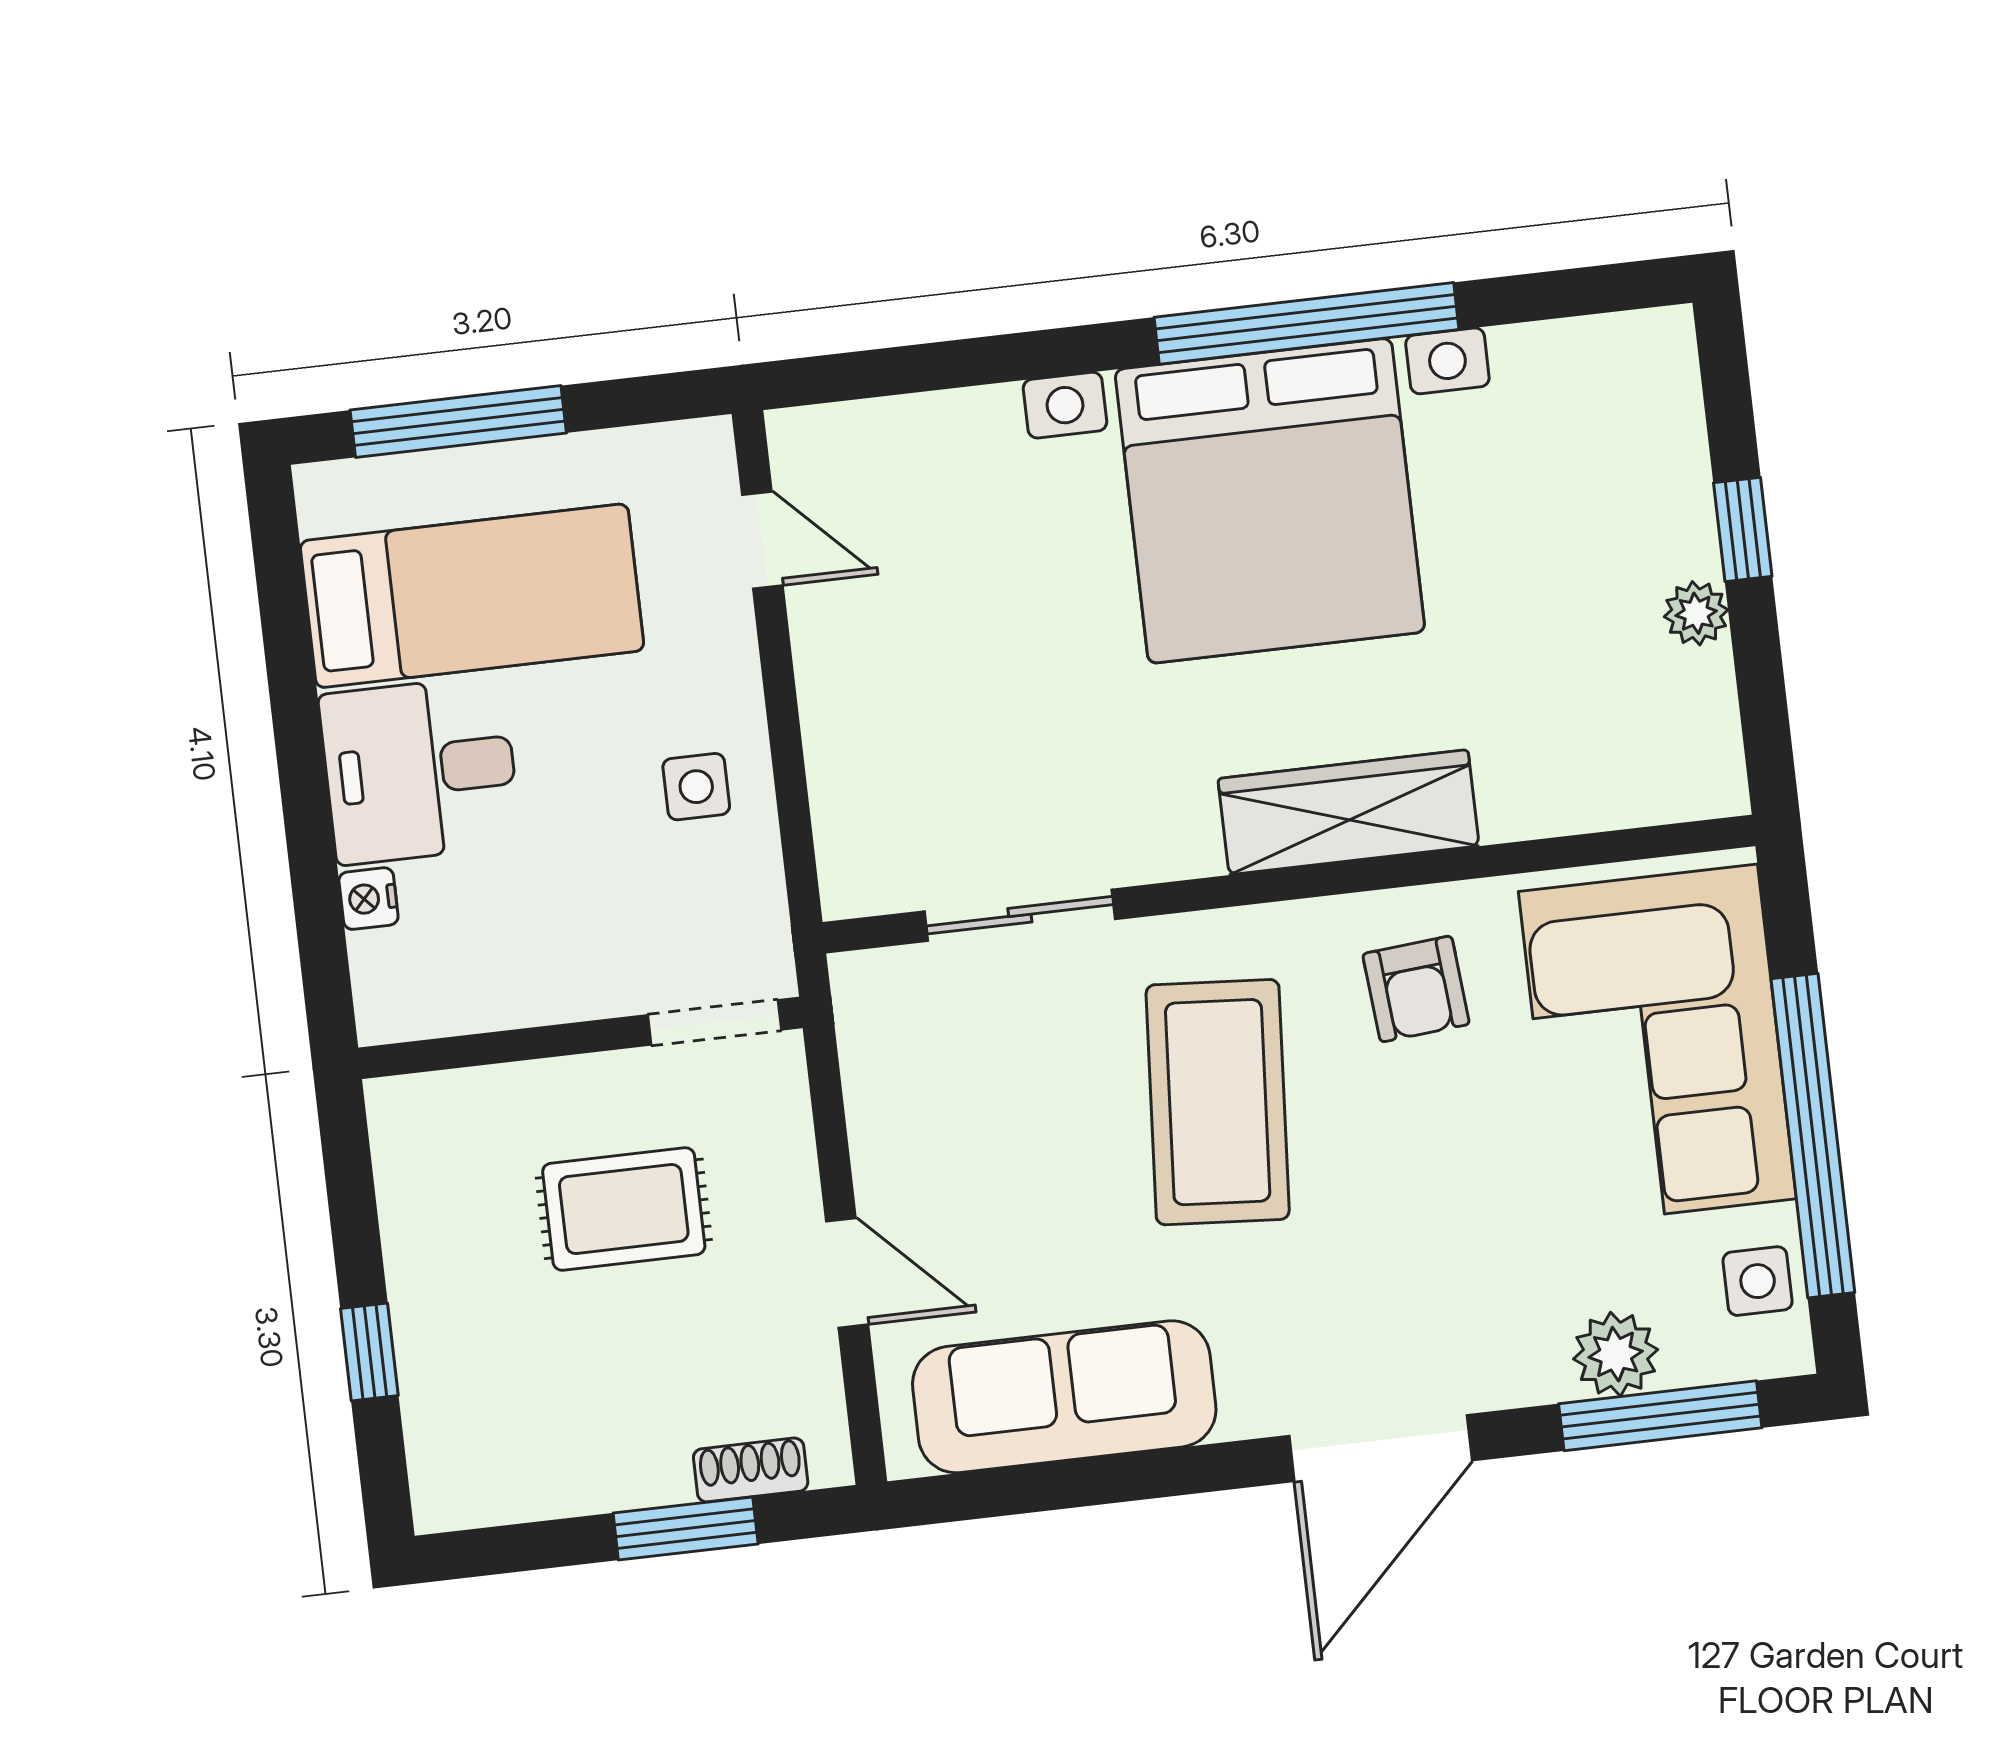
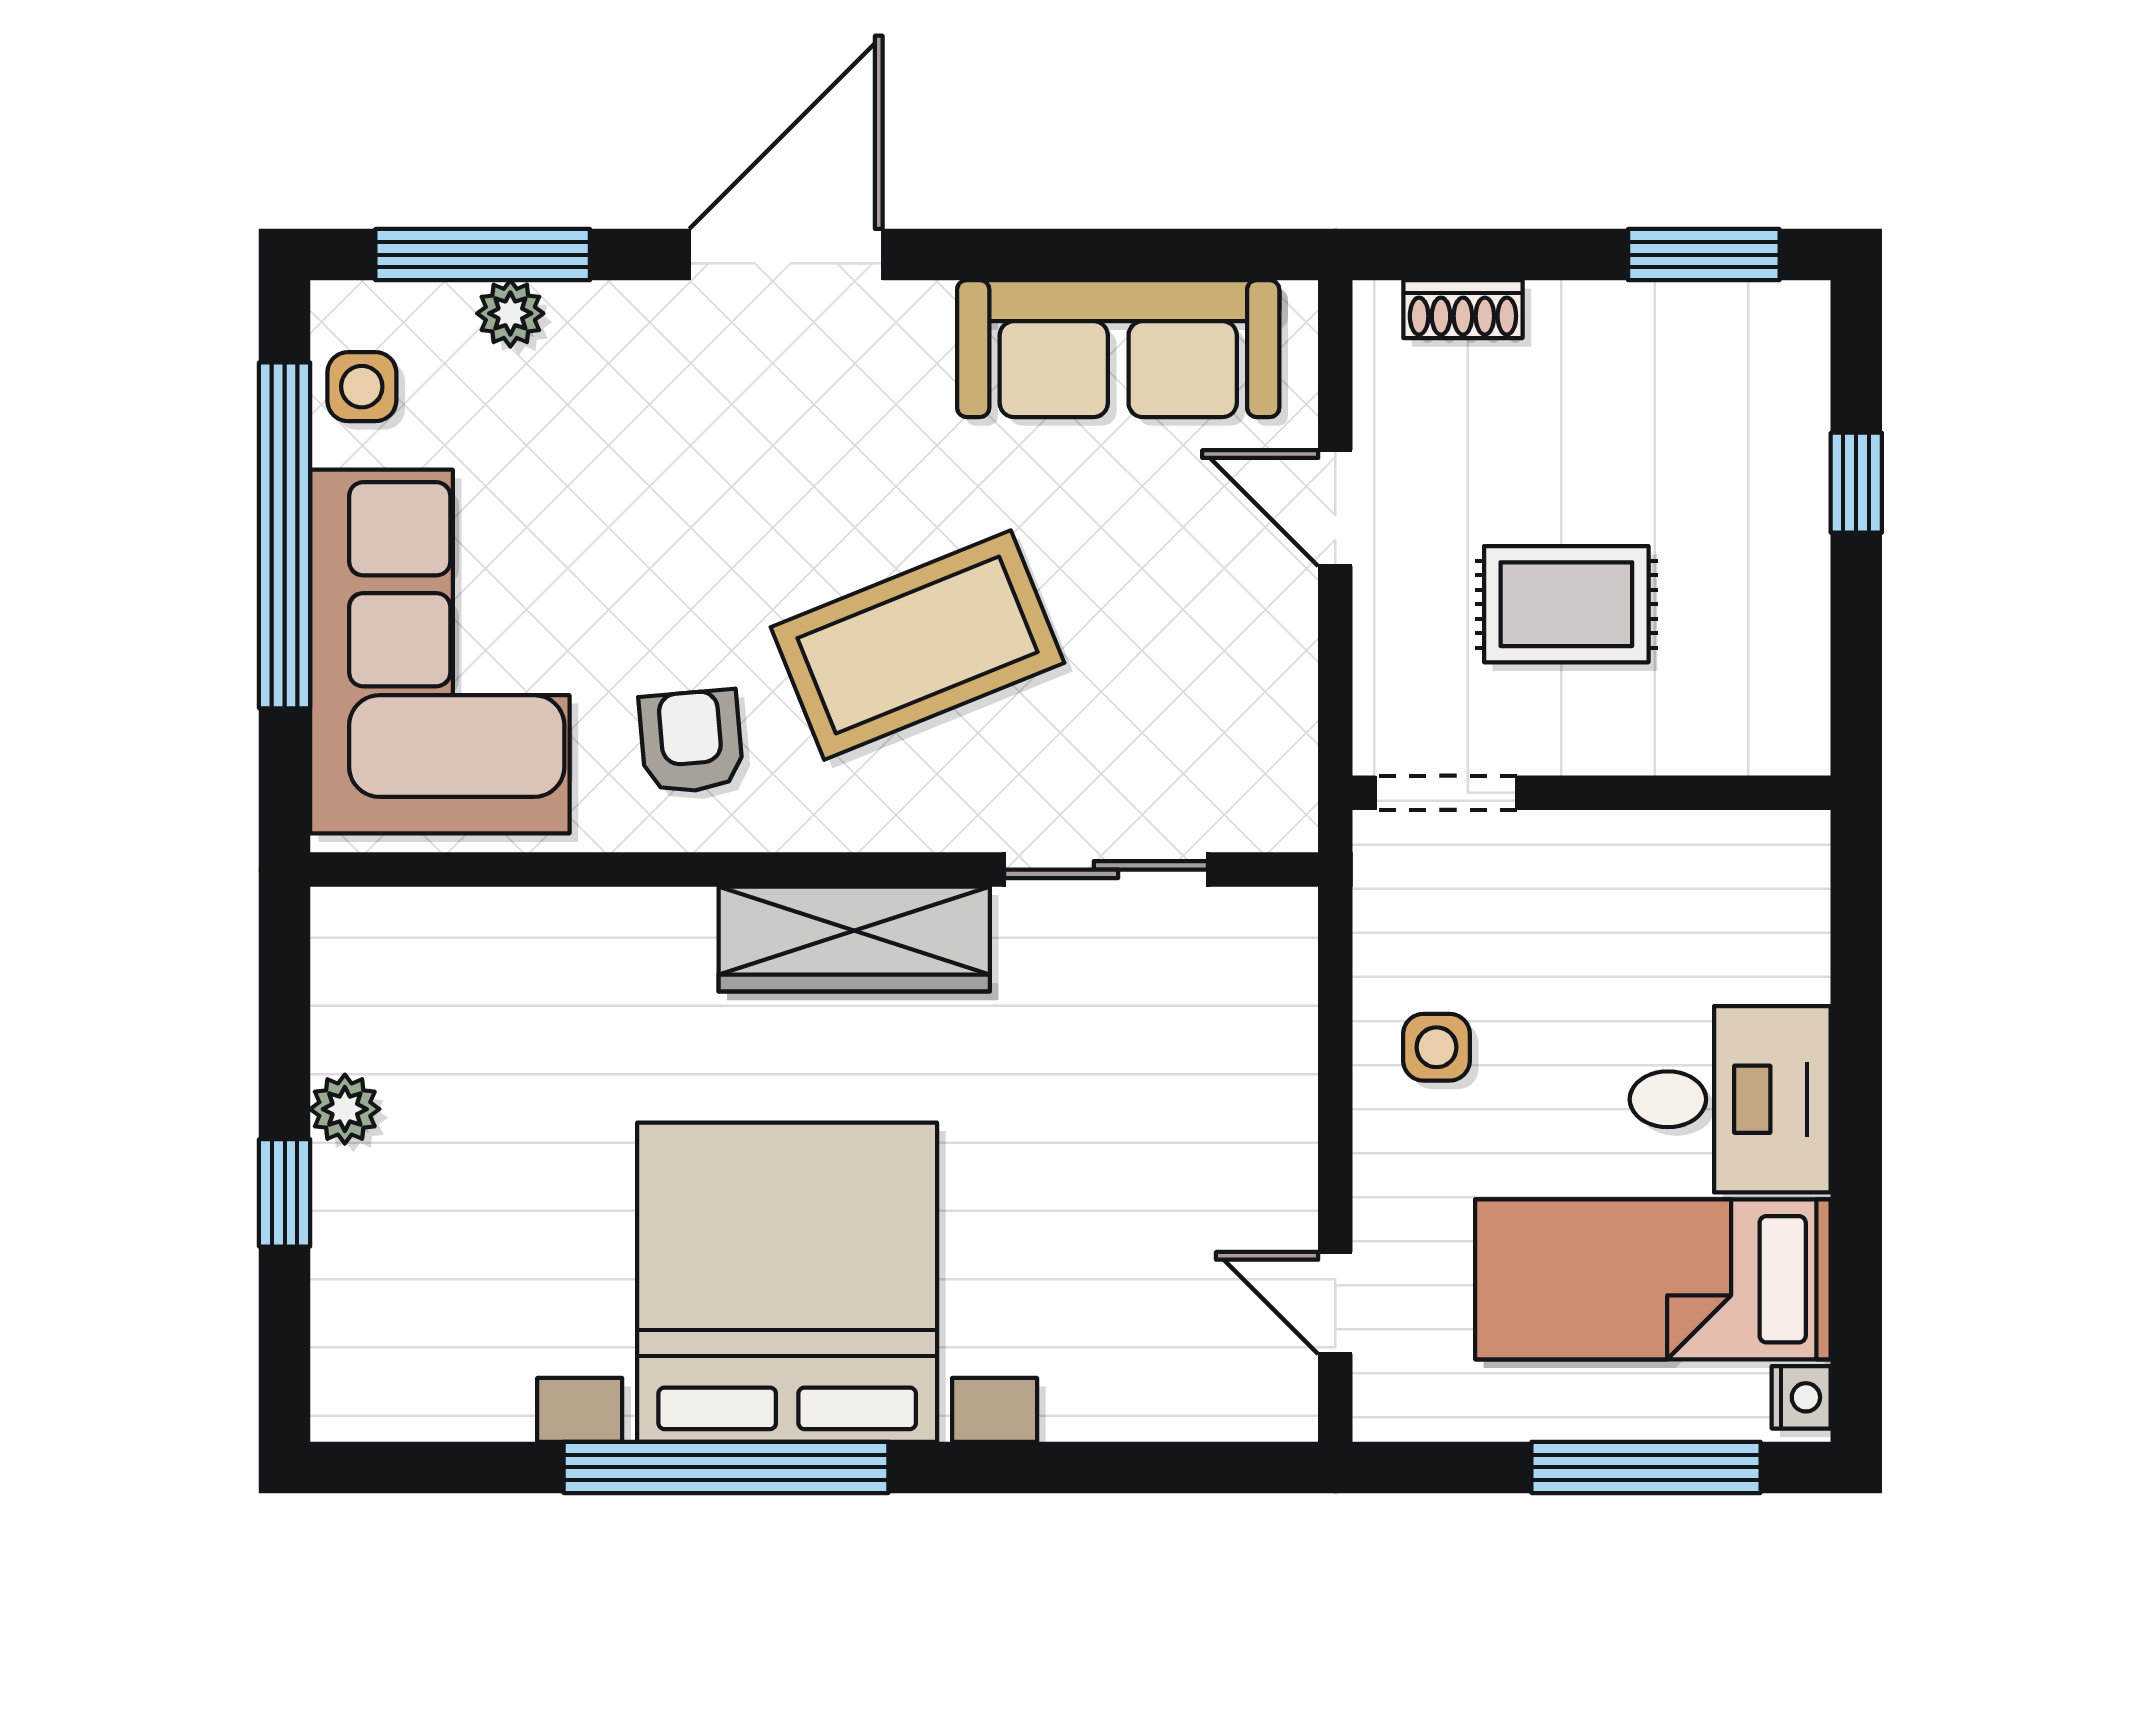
wardrobe: (1348, 812) -> (854, 939), moved
nightstand: (368, 899) -> (1801, 1397), moved
coffee table: (1218, 1102) -> (917, 645), turned 64
plant: (1616, 1354) -> (510, 313), width x0.73, depth x0.73
window: (686, 1529) -> (1704, 255), moved

